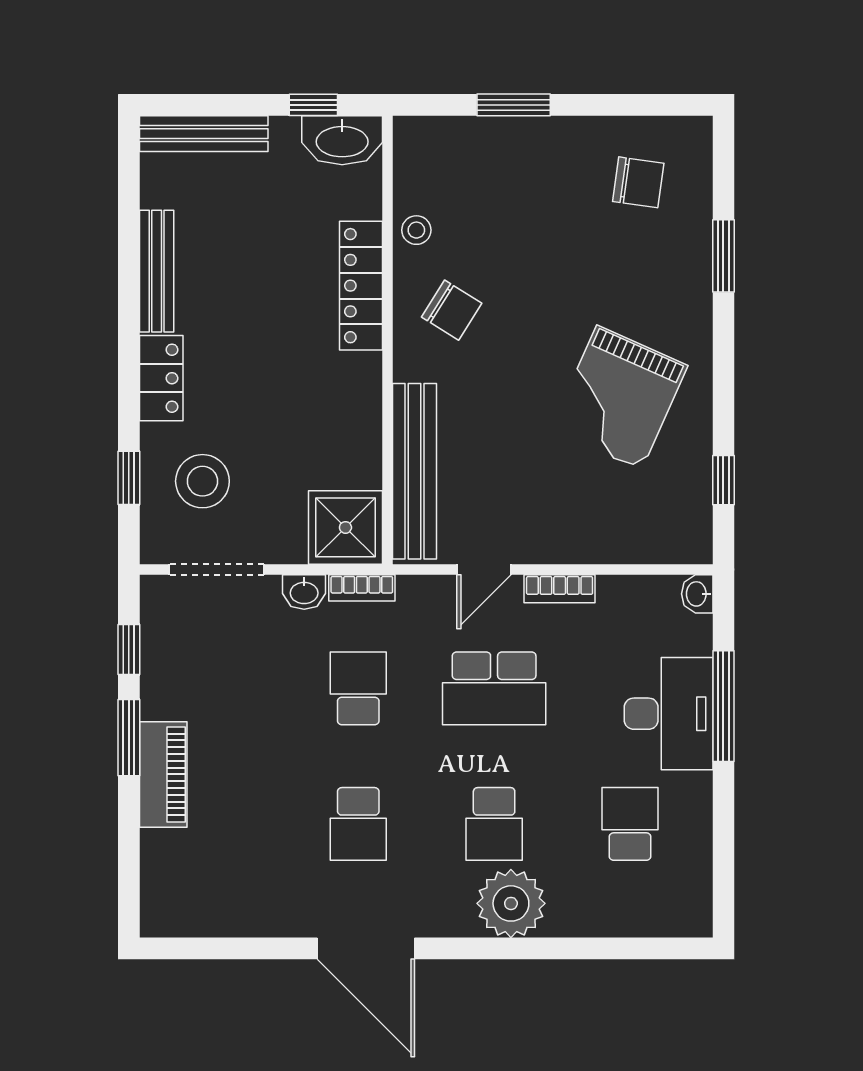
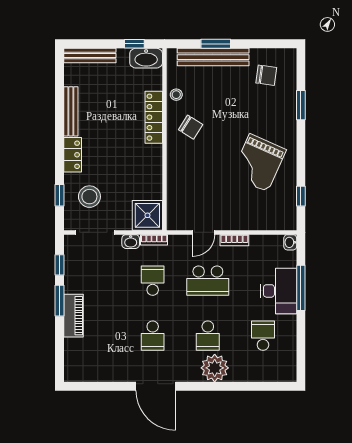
bench: (415, 471) -> (213, 57), moved, turned 90

